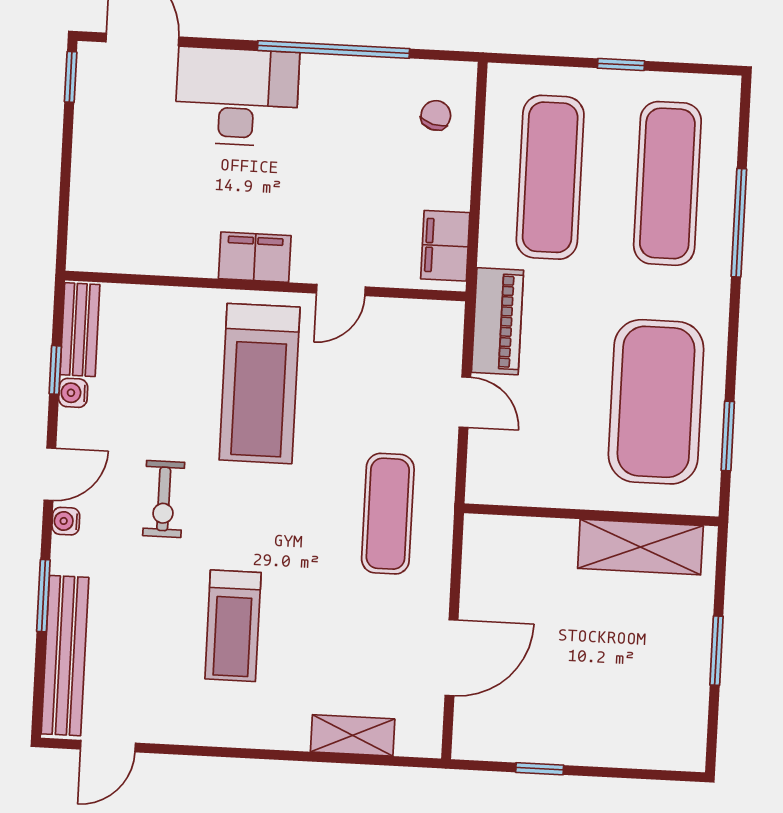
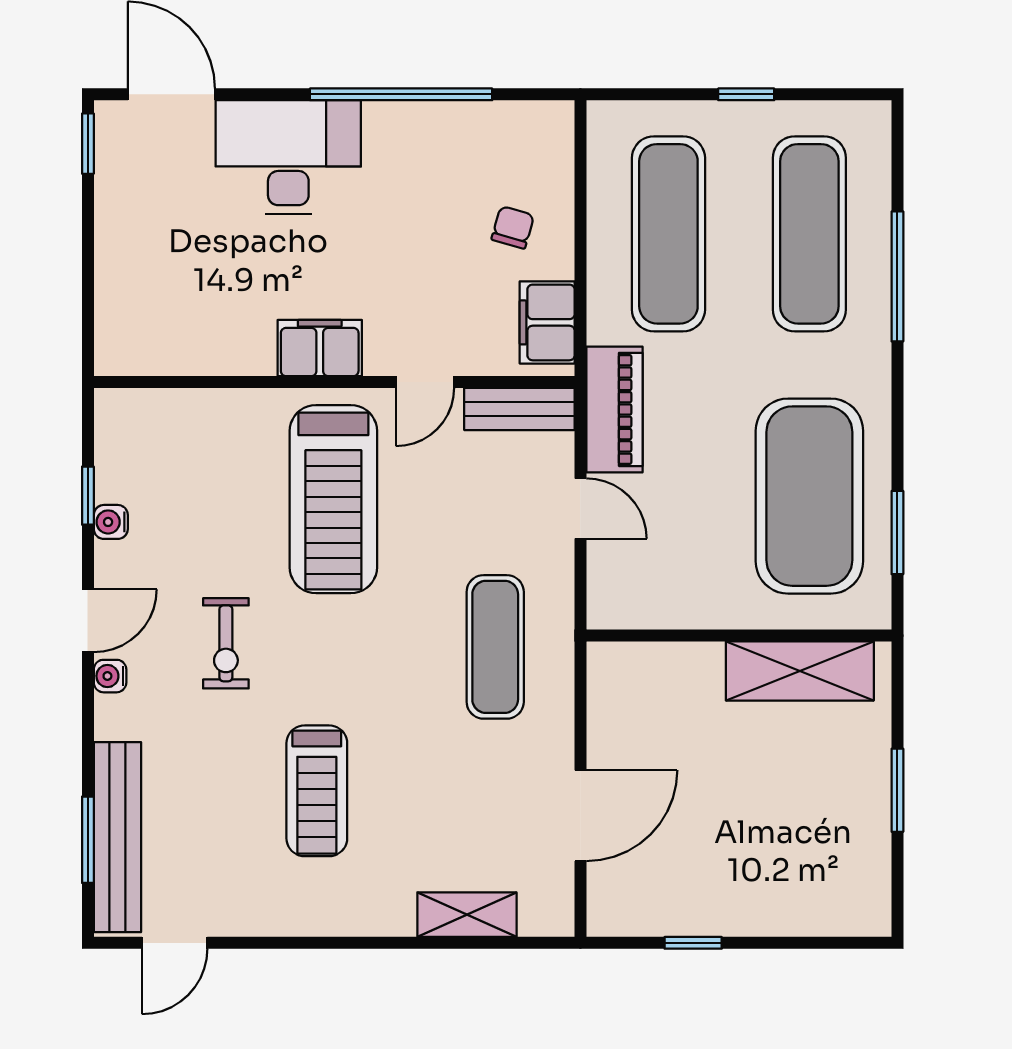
chair: (436, 115) -> (513, 227), moved
bench: (80, 330) -> (519, 409), moved, turned 90
window: (43, 596) -> (88, 840), moved

